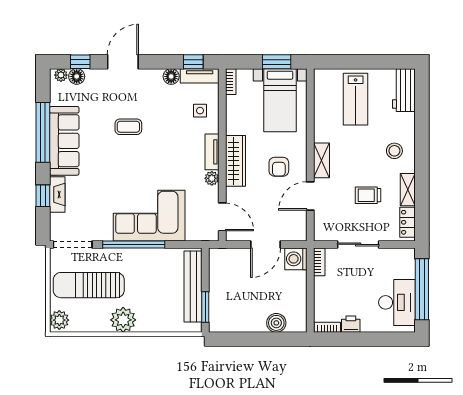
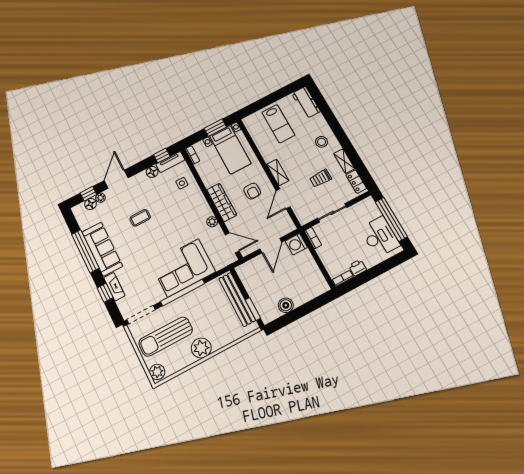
plant: (61, 75) -> (100, 198), moved
tv unit: (212, 152) -> (203, 205), removed
boiler: (276, 323) -> (286, 305), moved

